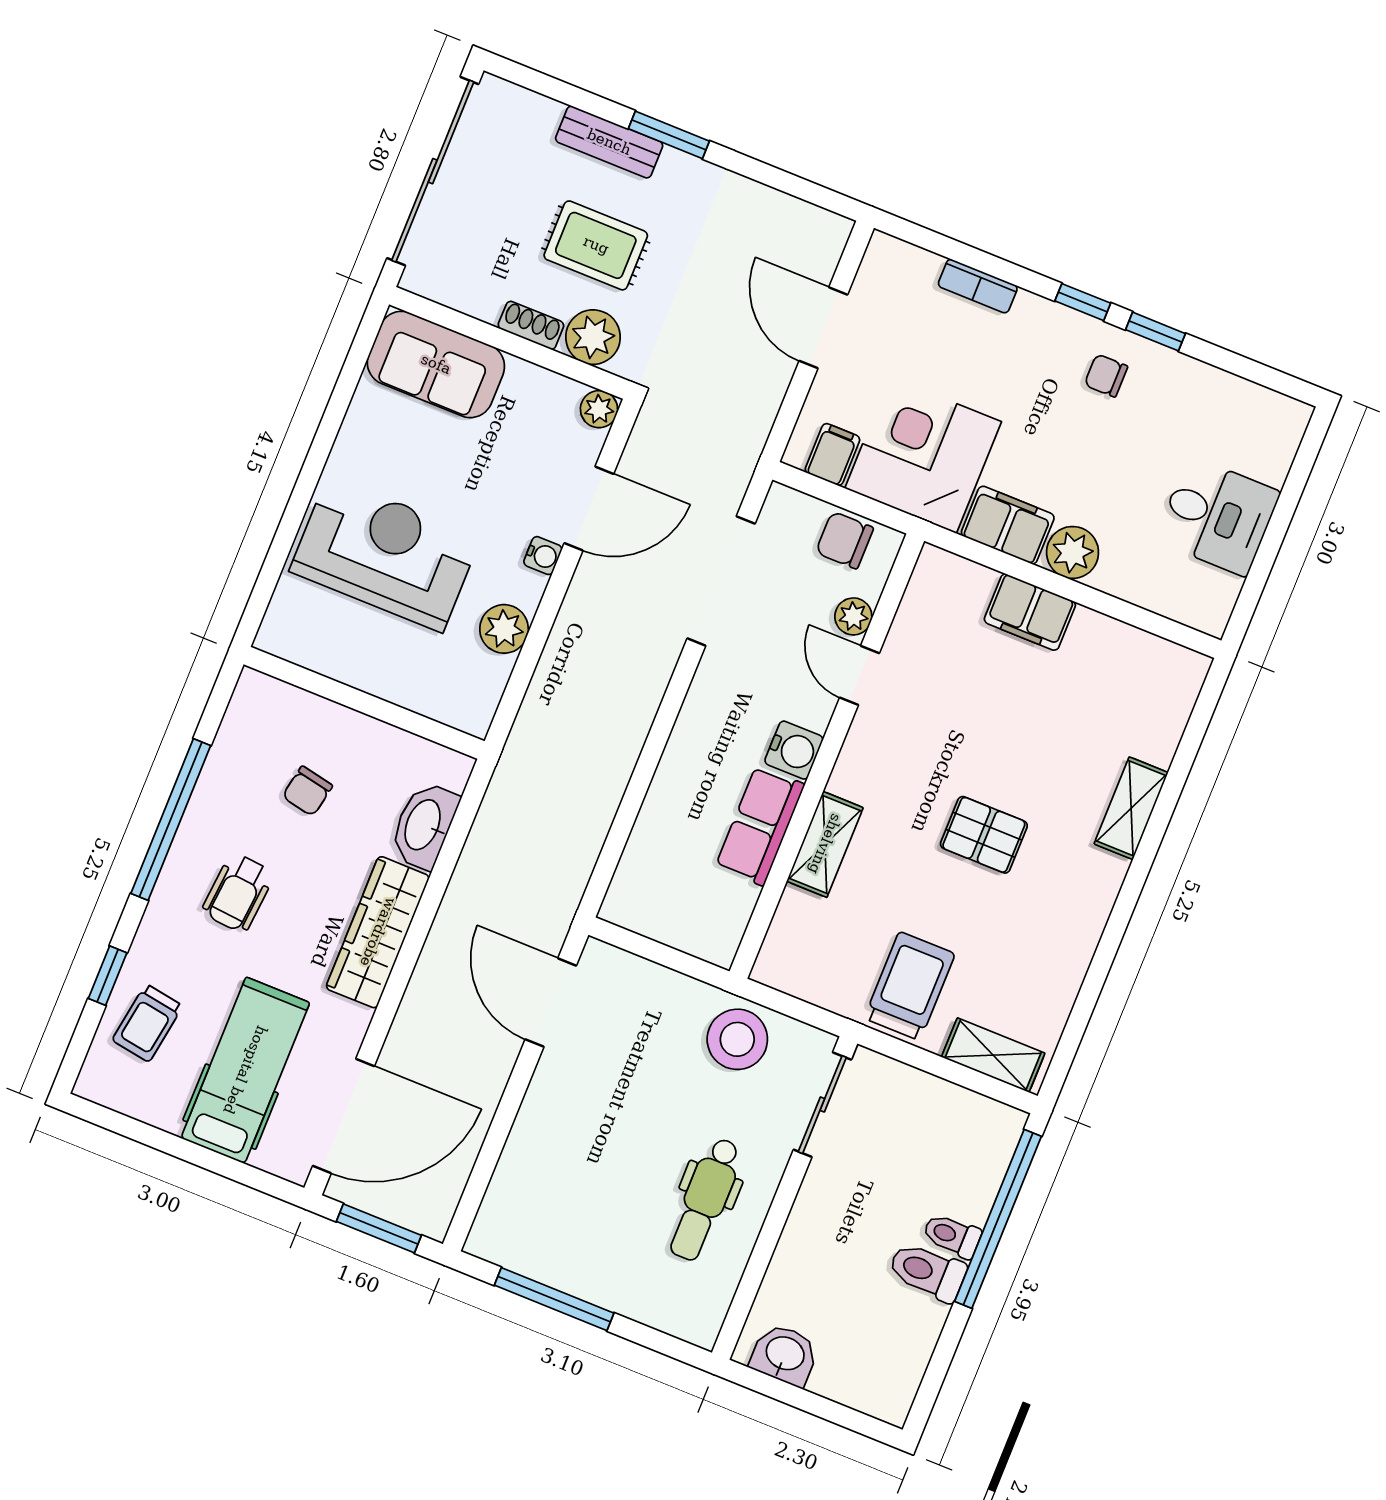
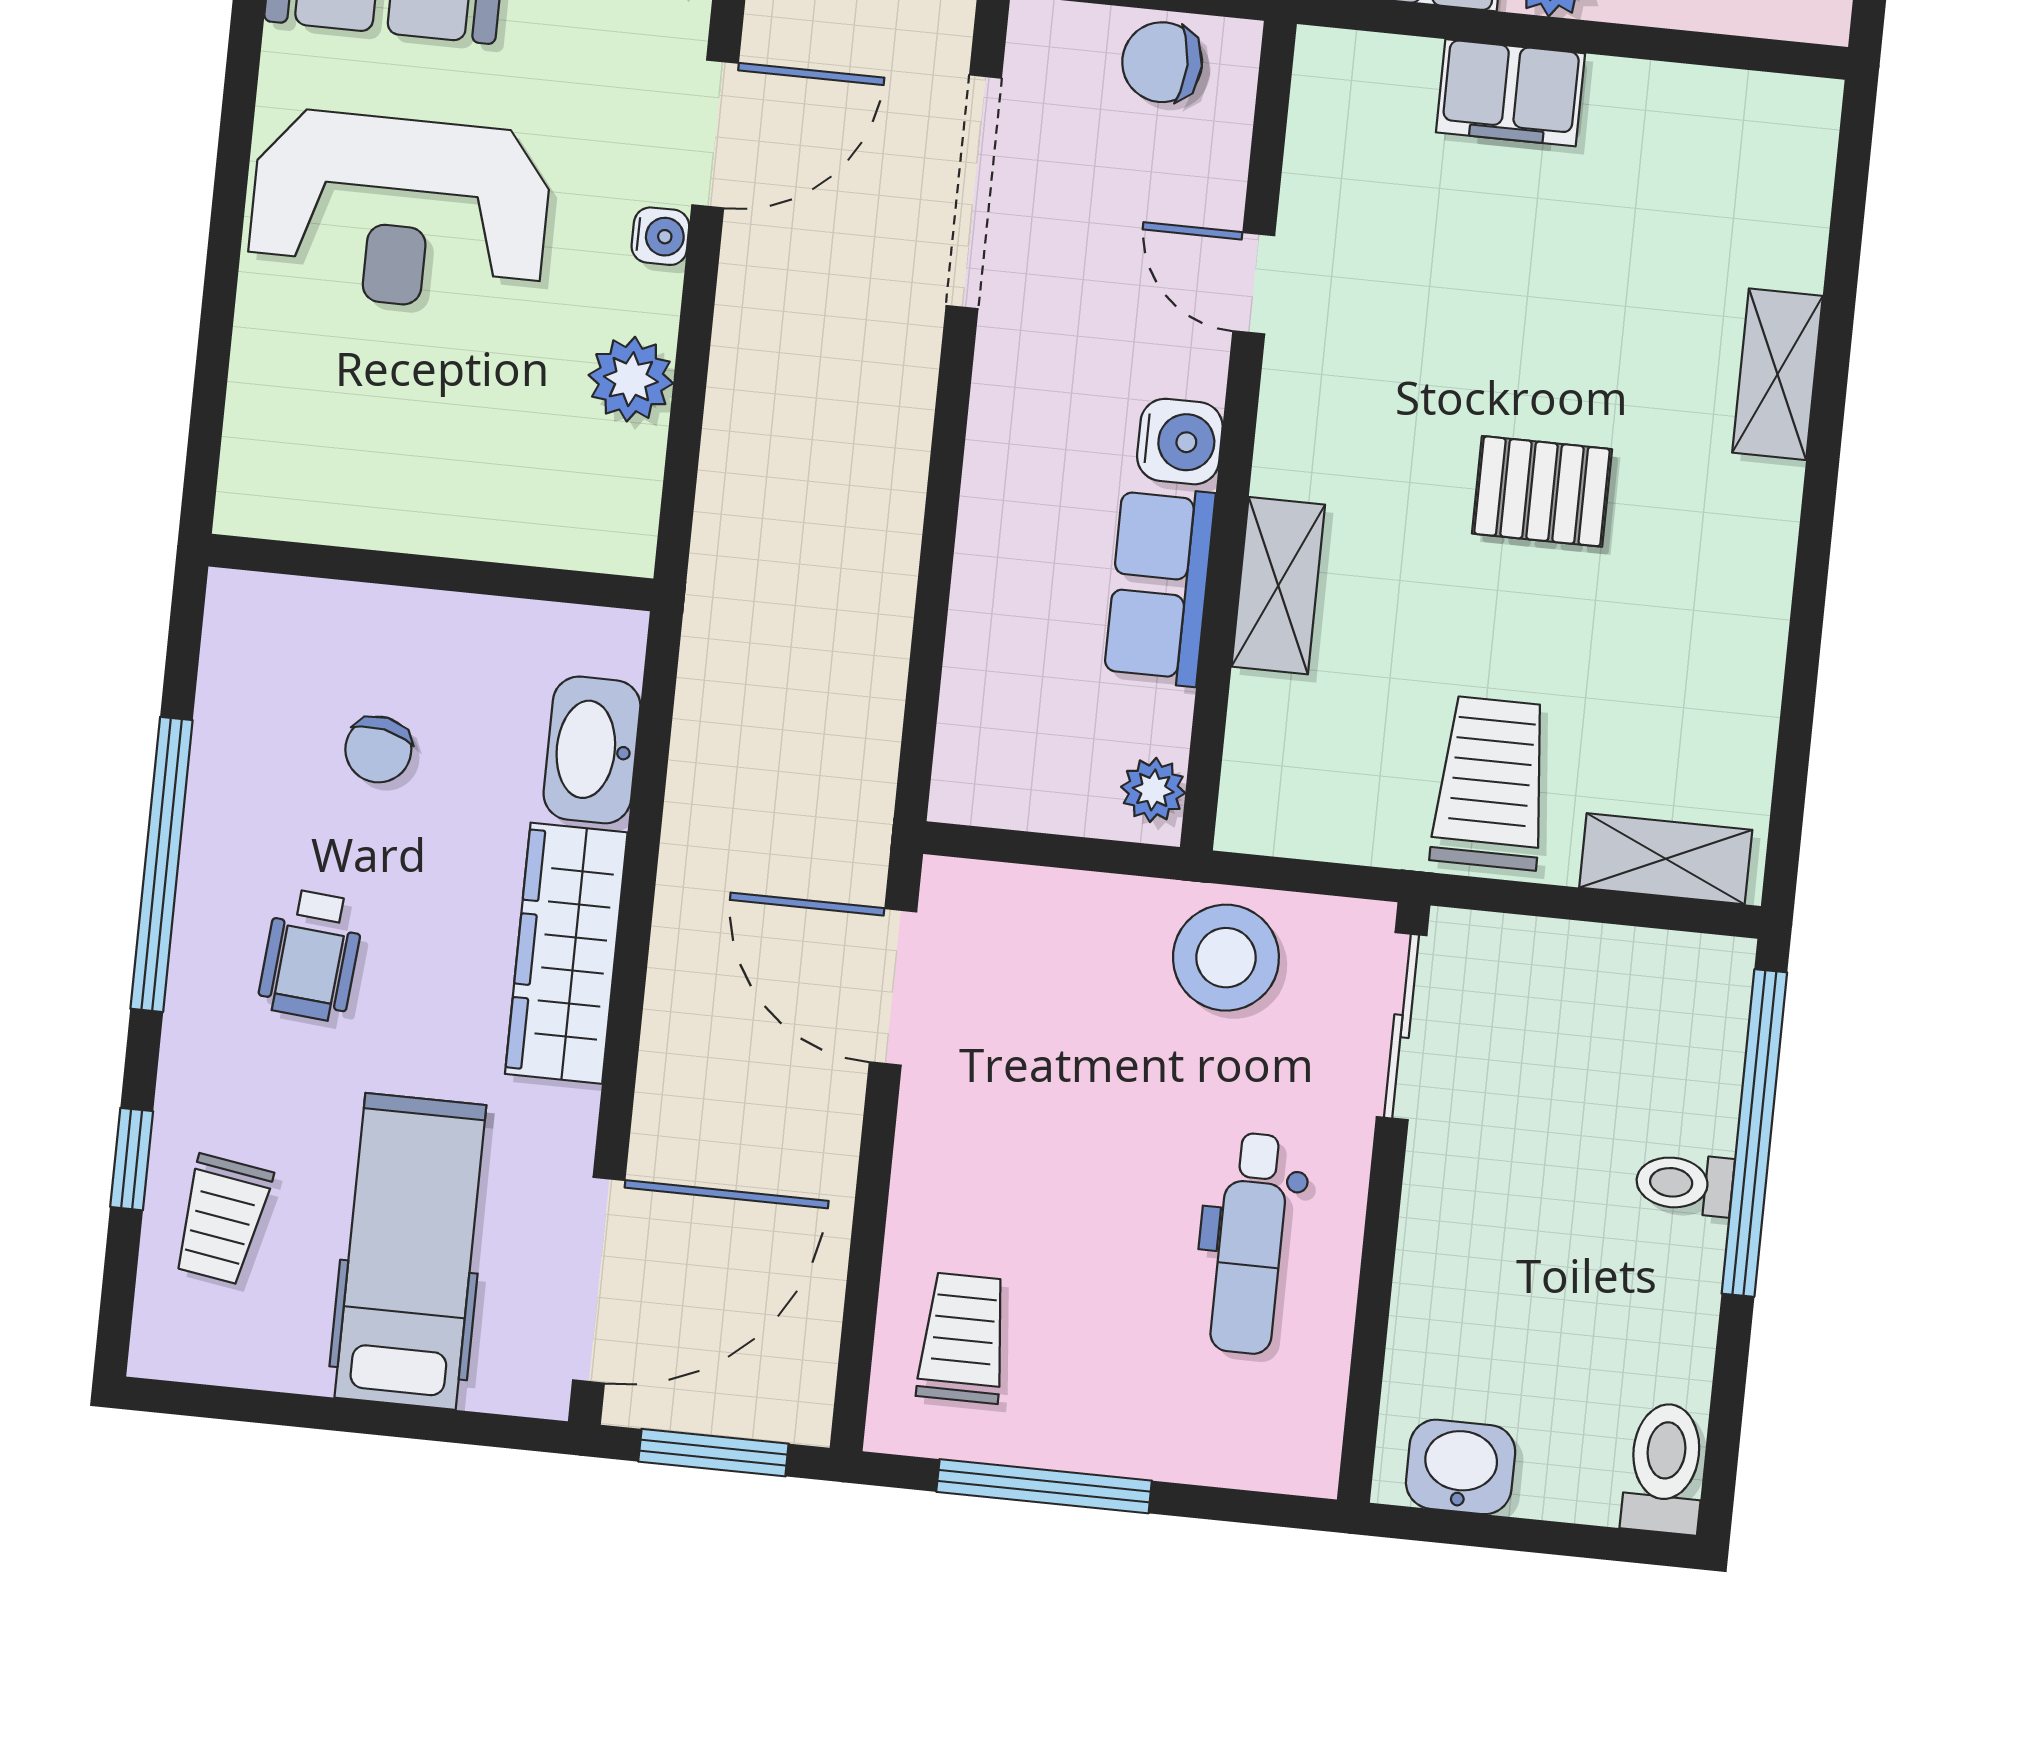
reception desk: (385, 554) -> (400, 211), moved, turned 180
plant: (853, 616) -> (1153, 790), moved
trolley: (533, 1205) -> (963, 1338), added
toilet: (927, 1272) -> (1665, 1468), moved, turned 90

